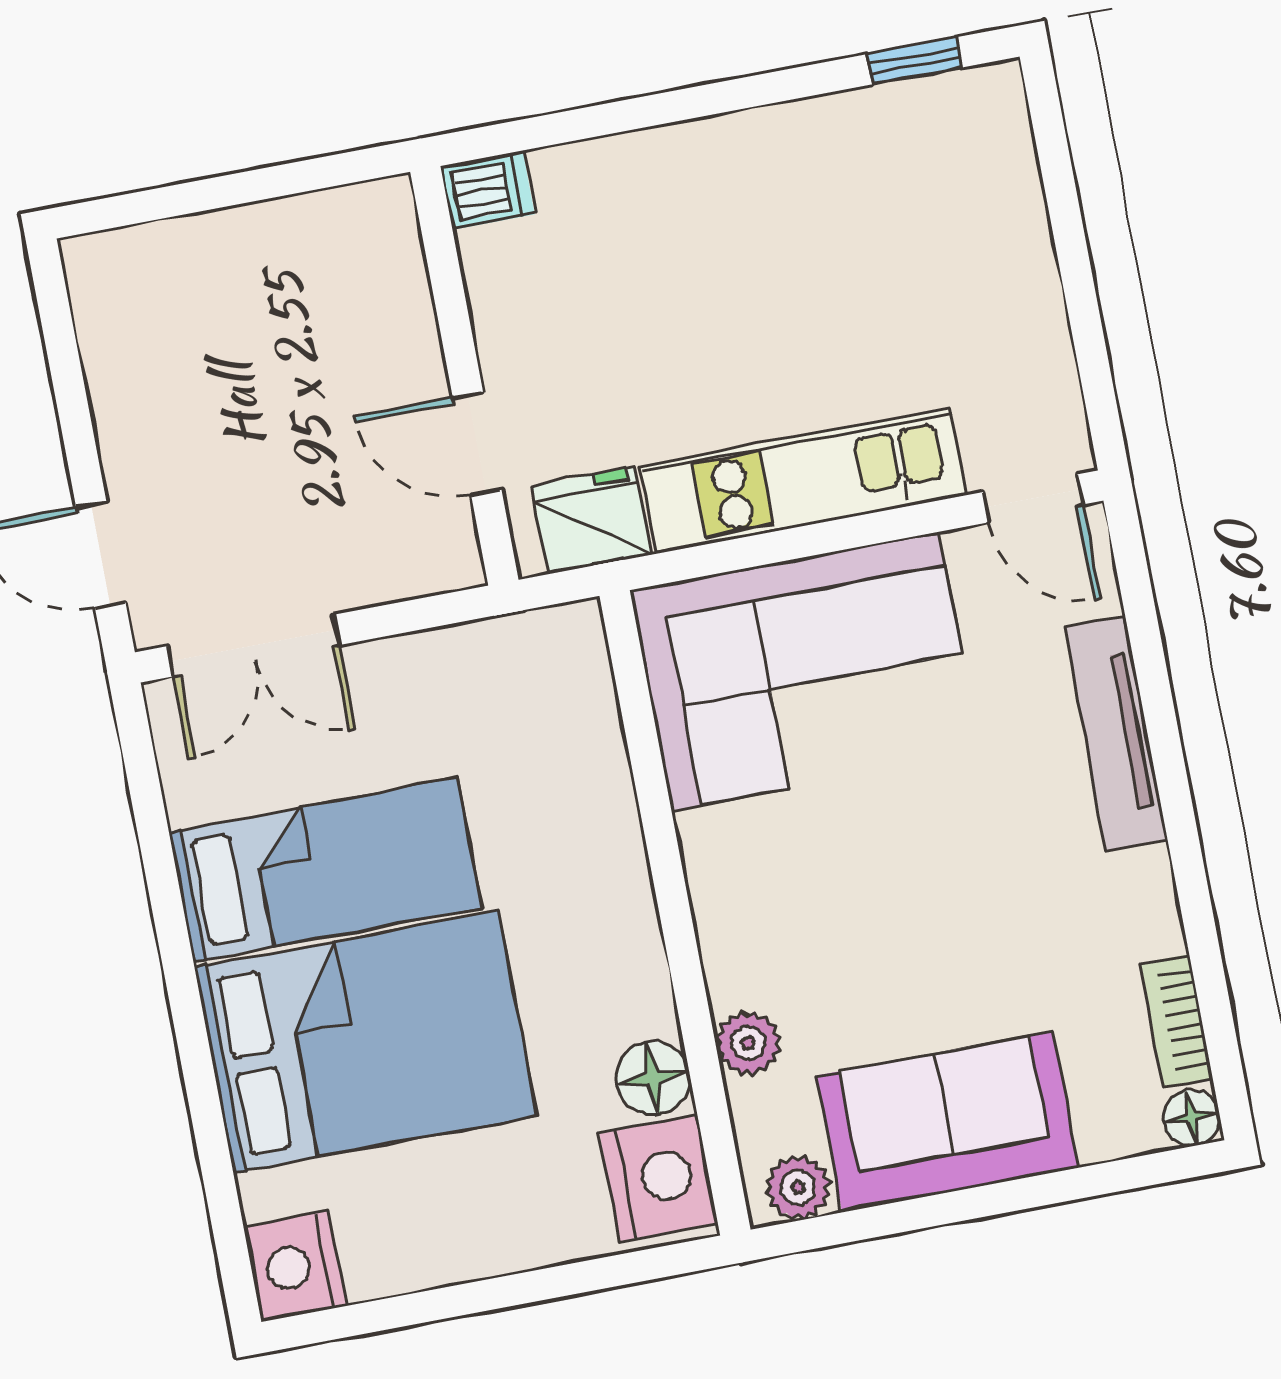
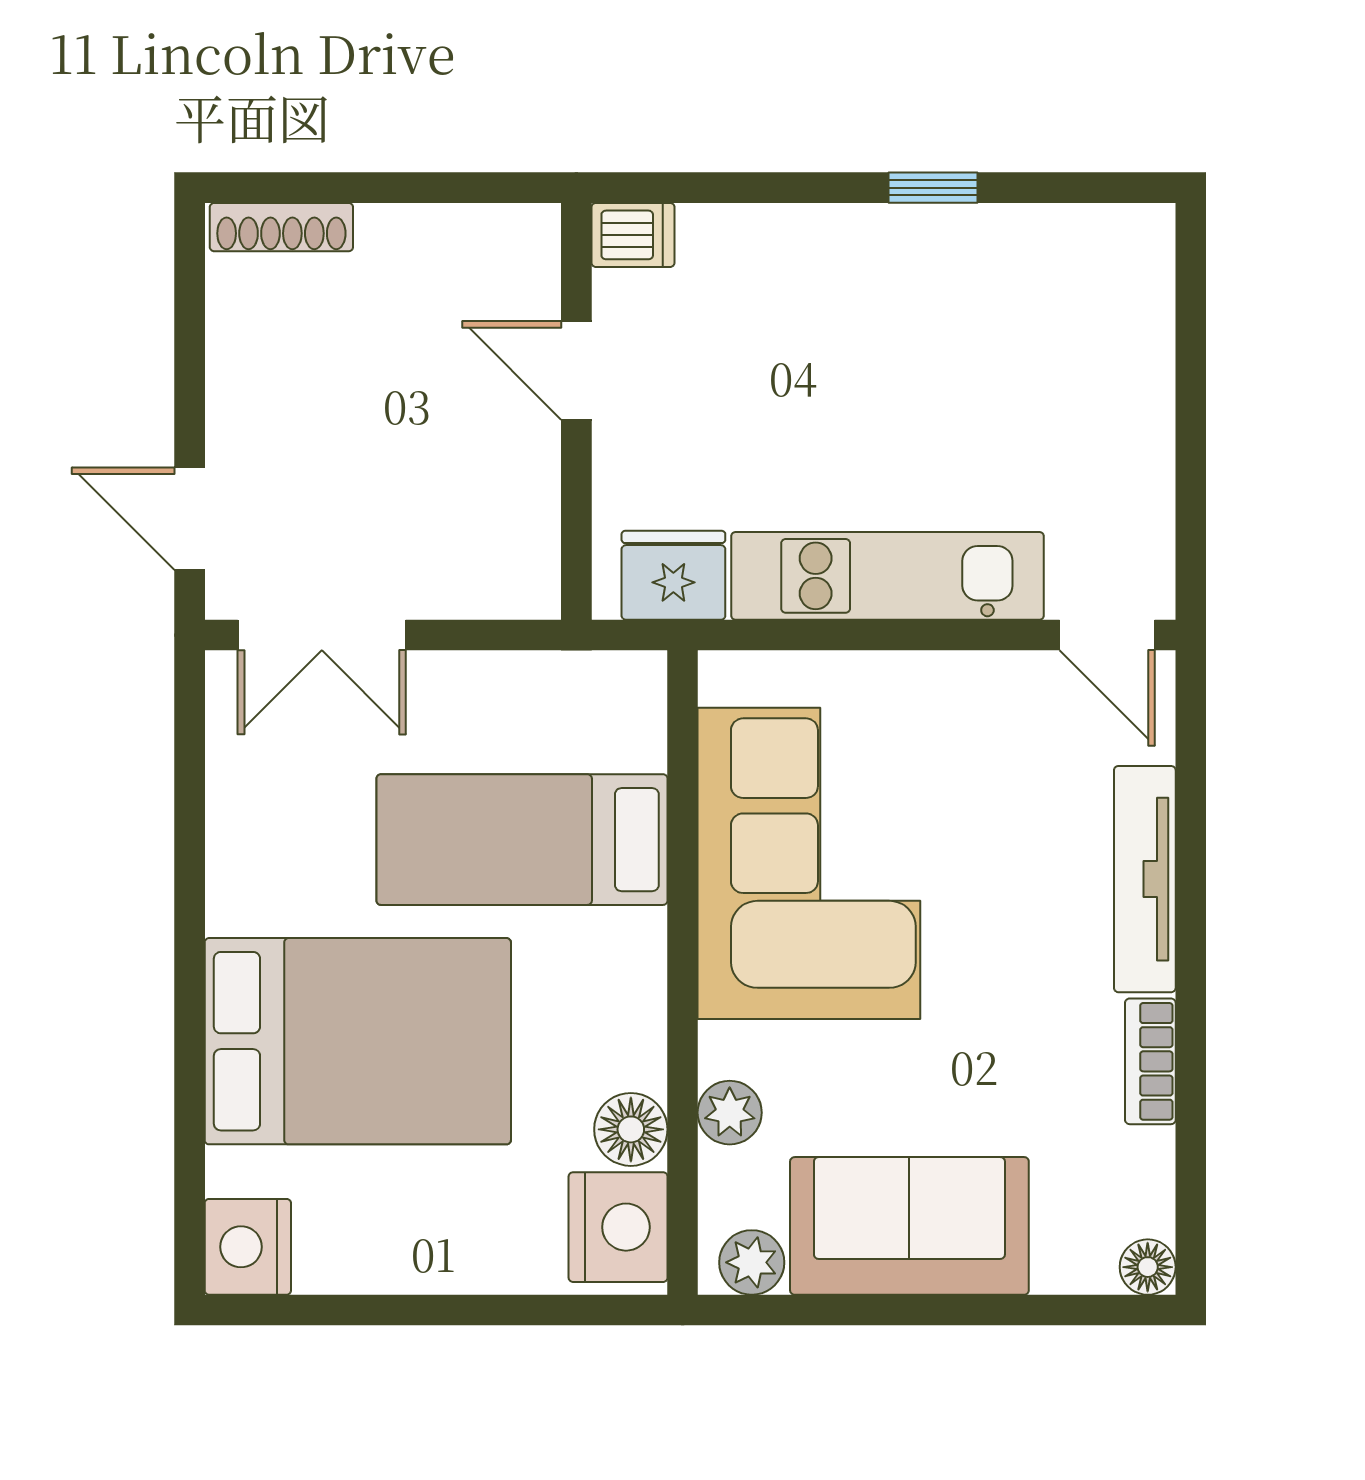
window: (914, 61) -> (933, 188), moved
shoe rack: (137, 248) -> (281, 227), added
door: (477, 444) -> (576, 370), moved
corner sofa: (805, 671) -> (809, 863), moved, turned -90
bed: (325, 870) -> (522, 840), moved, turned 180
bookcase: (1176, 1021) -> (1150, 1061), moved

